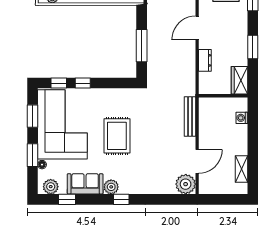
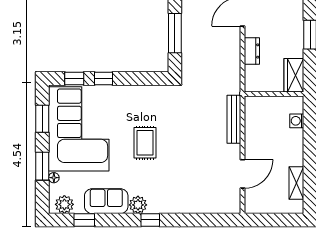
rug: (117, 136) -> (145, 143), width x0.73, depth x0.70
plant: (186, 184) -> (228, 201), removed

